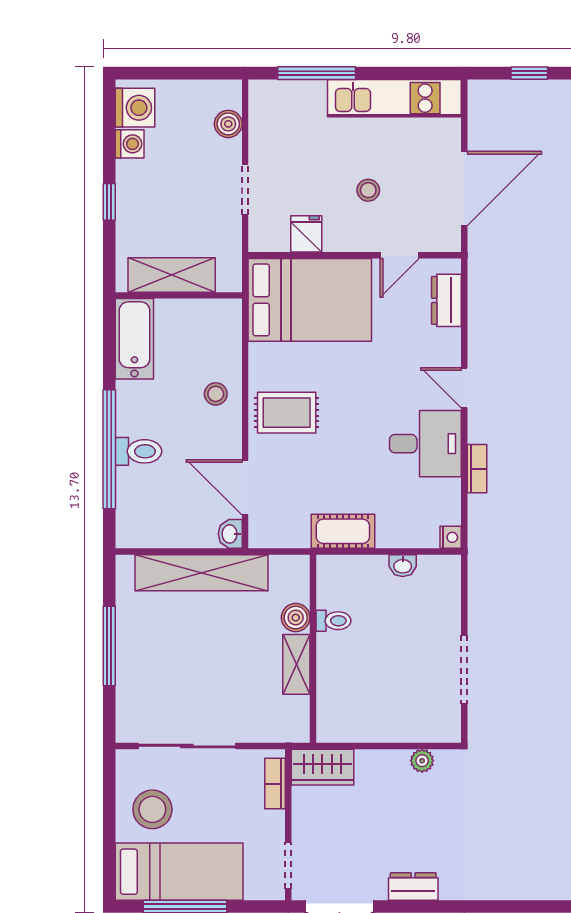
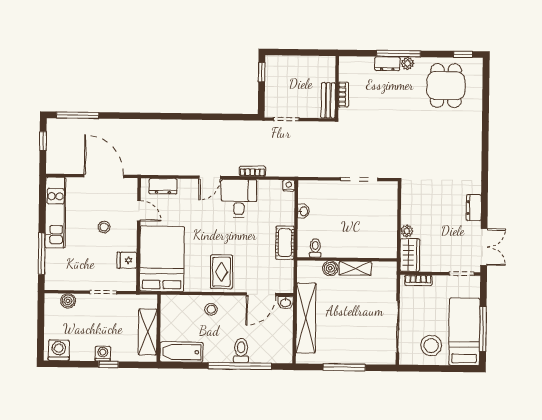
washing machine: (130, 144) -> (103, 354), moved
toilet: (333, 621) -> (315, 248), moved
plant: (422, 761) -> (407, 231), moved

